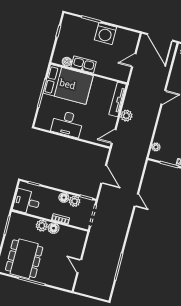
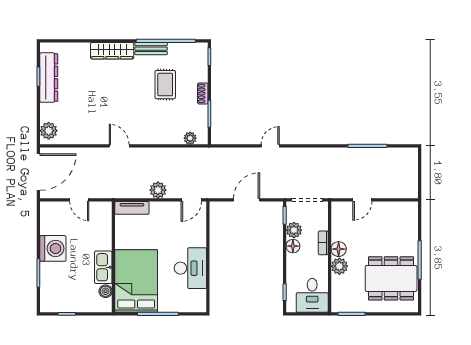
tv unit: (118, 99) -> (132, 208), width x0.71
door: (114, 137) -> (191, 200), hinge flipped
door: (79, 266) -> (362, 200), moved

